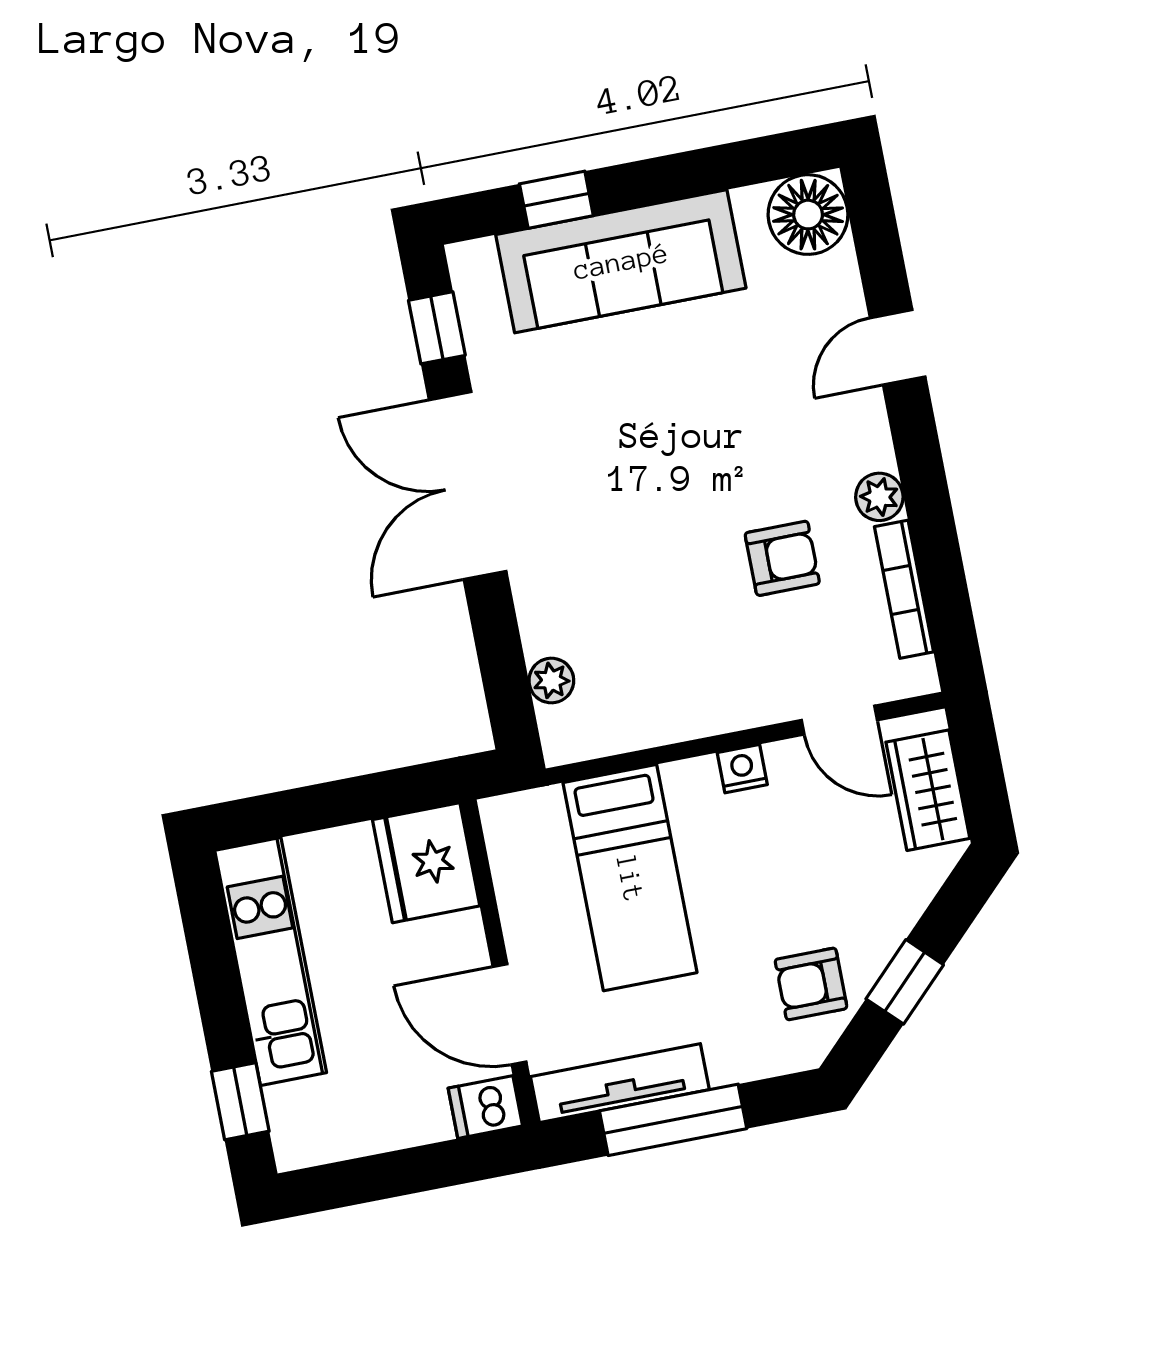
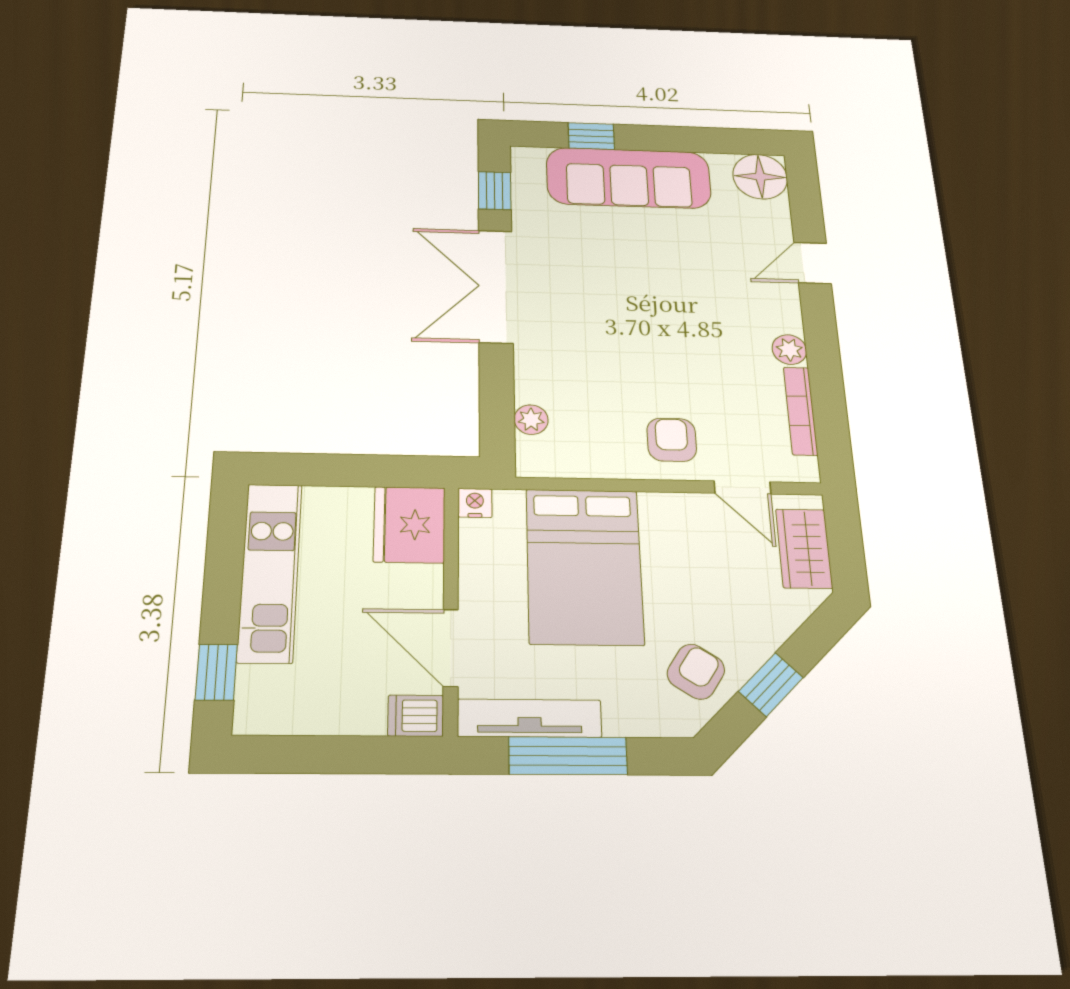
armchair: (782, 558) -> (672, 440), moved, turned -90
nightstand: (742, 769) -> (475, 503), moved
bed: (630, 878) -> (584, 566), width x1.50
armchair: (811, 984) -> (696, 672), turned 123

